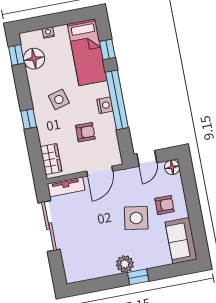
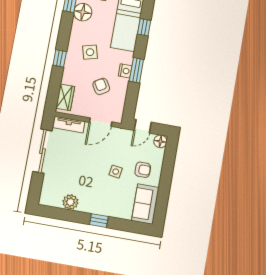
window: (117, 100) -> (136, 70), width x0.47
armchair: (85, 132) -> (101, 86), turned -122
side table: (136, 218) -> (116, 172), width x0.54, depth x0.54
plant: (125, 264) -> (70, 202), moved

